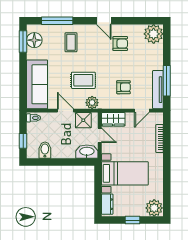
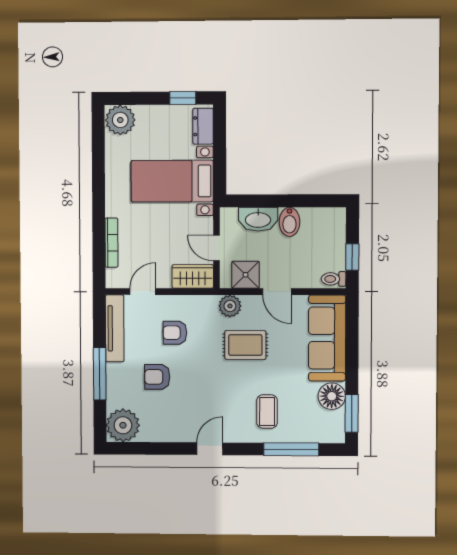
door: (104, 21) -> (210, 449), hinge flipped
floor lamp: (34, 40) -> (332, 396), moved
armchair: (120, 44) -> (157, 377), moved
window: (167, 81) -> (100, 374), moved
window: (23, 141) -> (352, 257), moved
bidet: (45, 150) -> (289, 222), moved
washbasin: (87, 152) -> (258, 219), moved
window: (133, 220) -> (183, 98), moved

